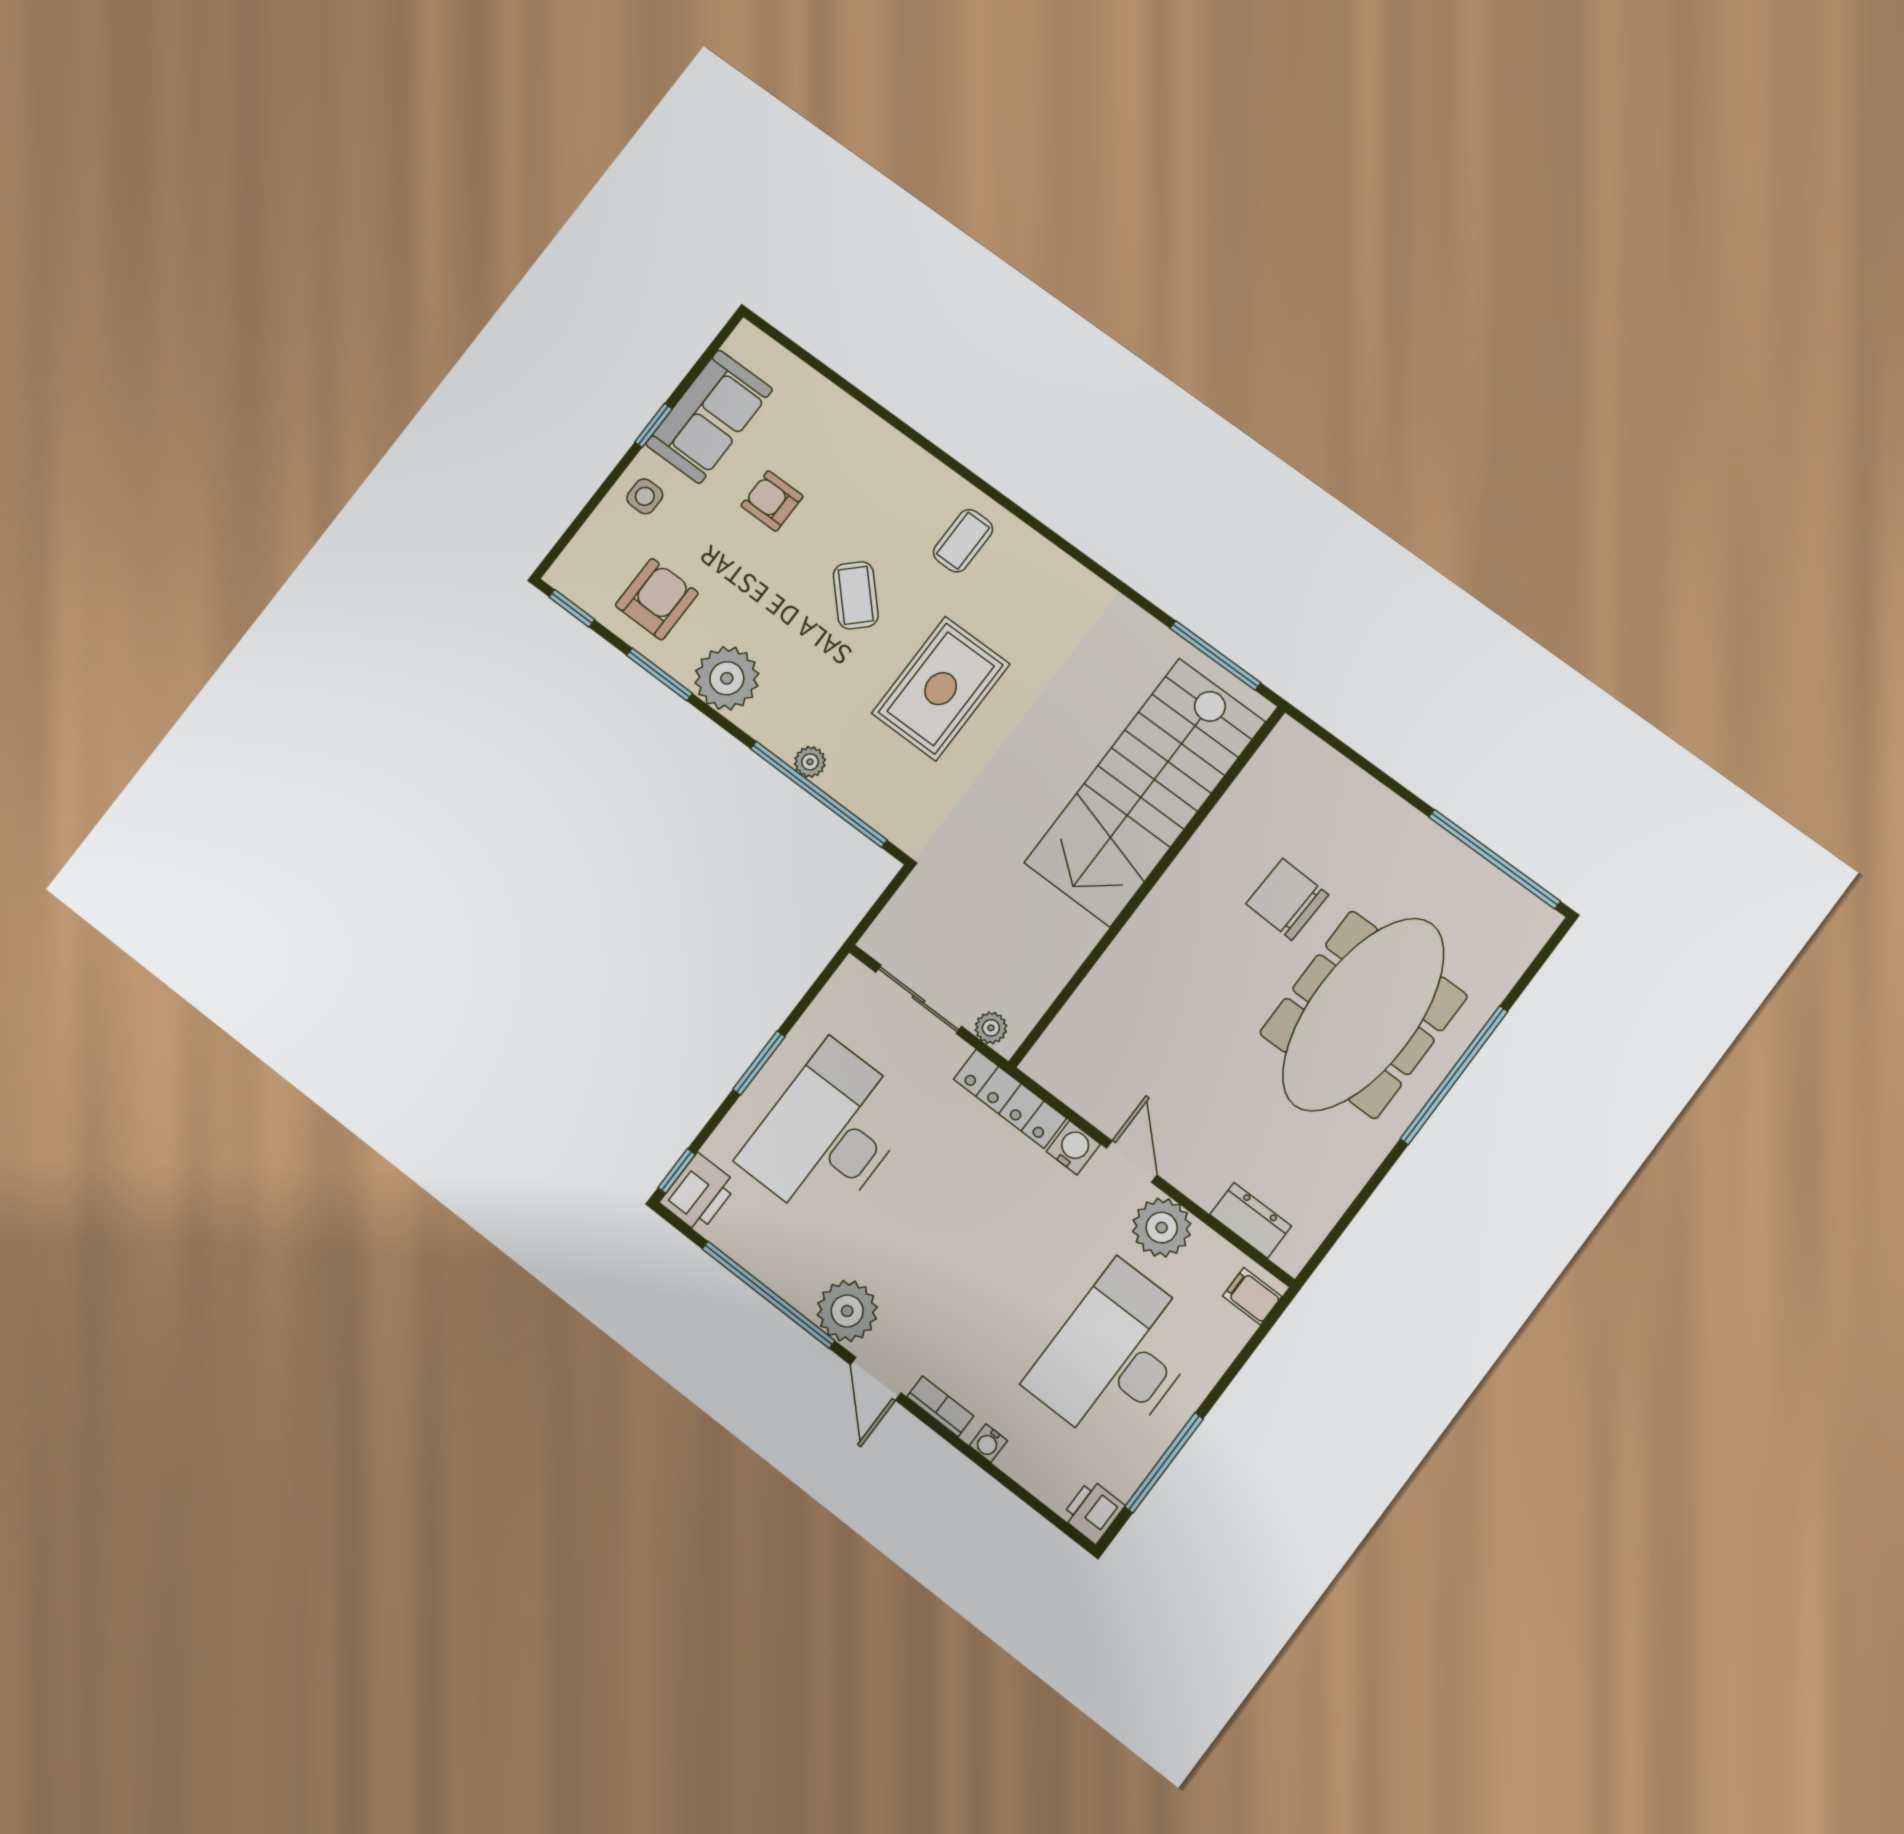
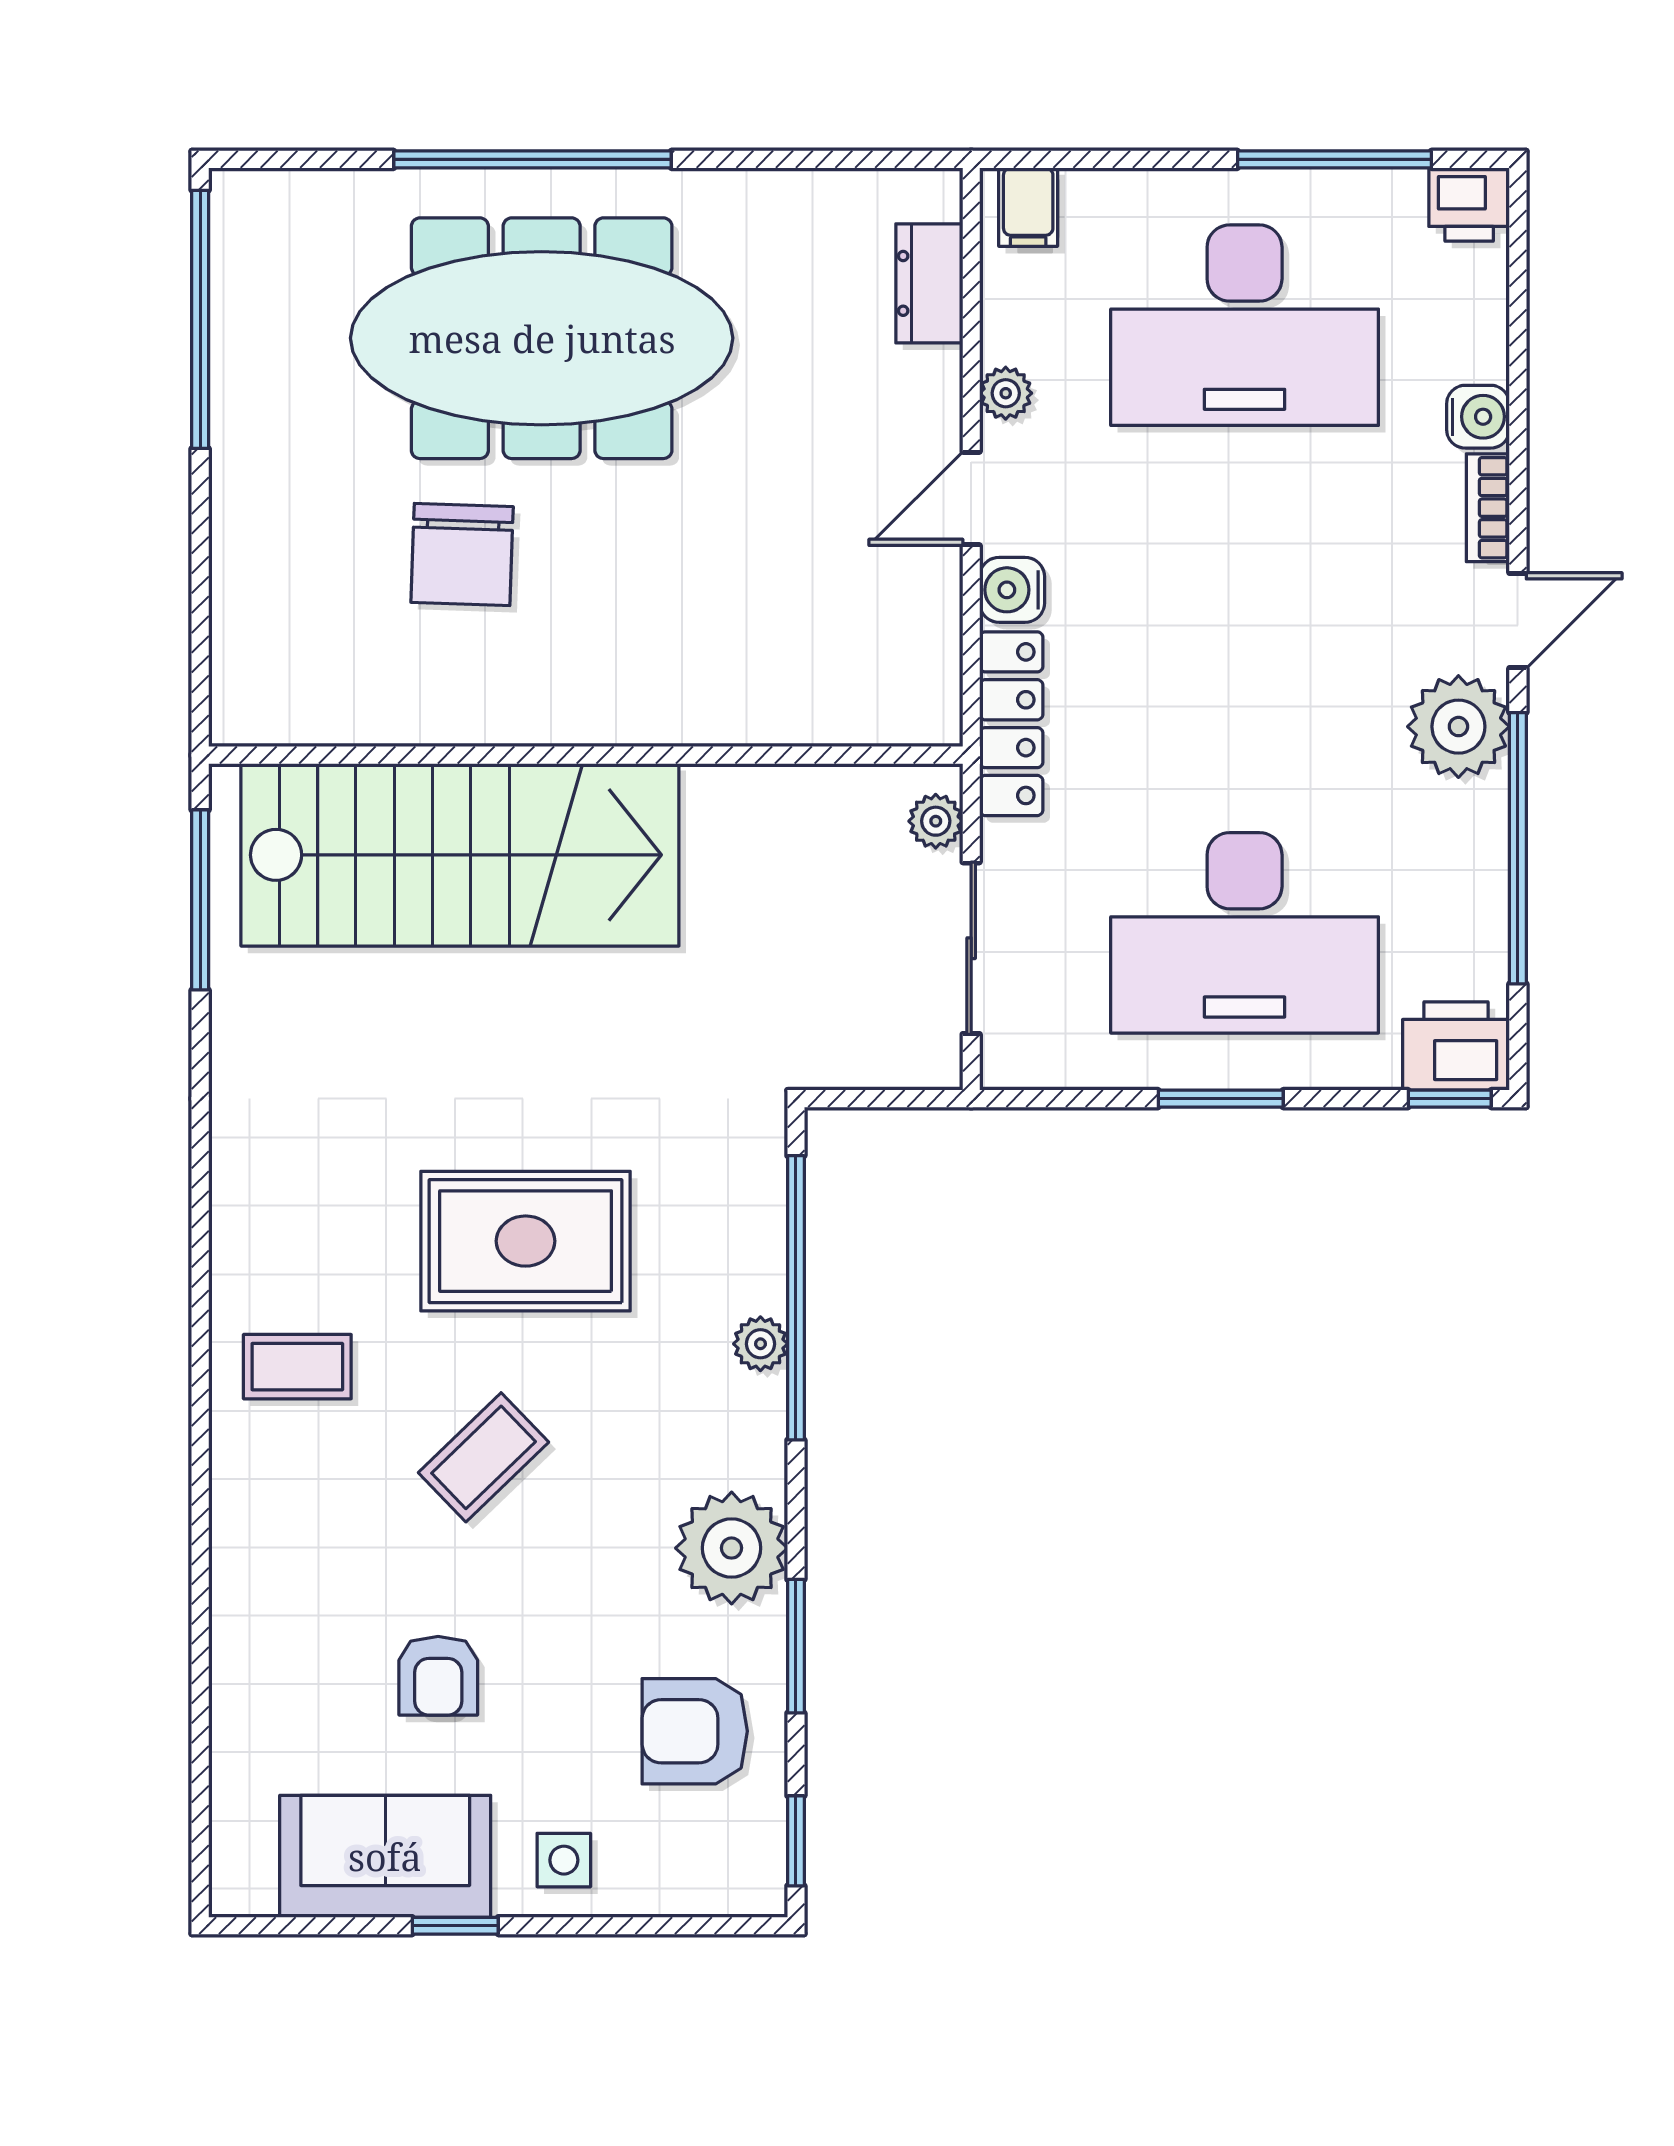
plant: (1162, 1228) -> (1006, 393), width x0.53, depth x0.53
water cooler: (988, 1443) -> (1478, 417), width x1.38, depth x1.38

